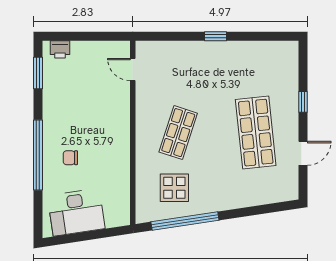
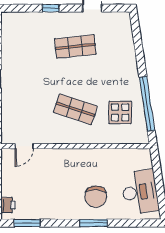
shop shelf: (256, 133) -> (75, 46), width x0.70, depth x0.74
window: (38, 155) -> (94, 223), width x0.47
chair: (70, 158) -> (96, 197), width x1.87, depth x1.87

